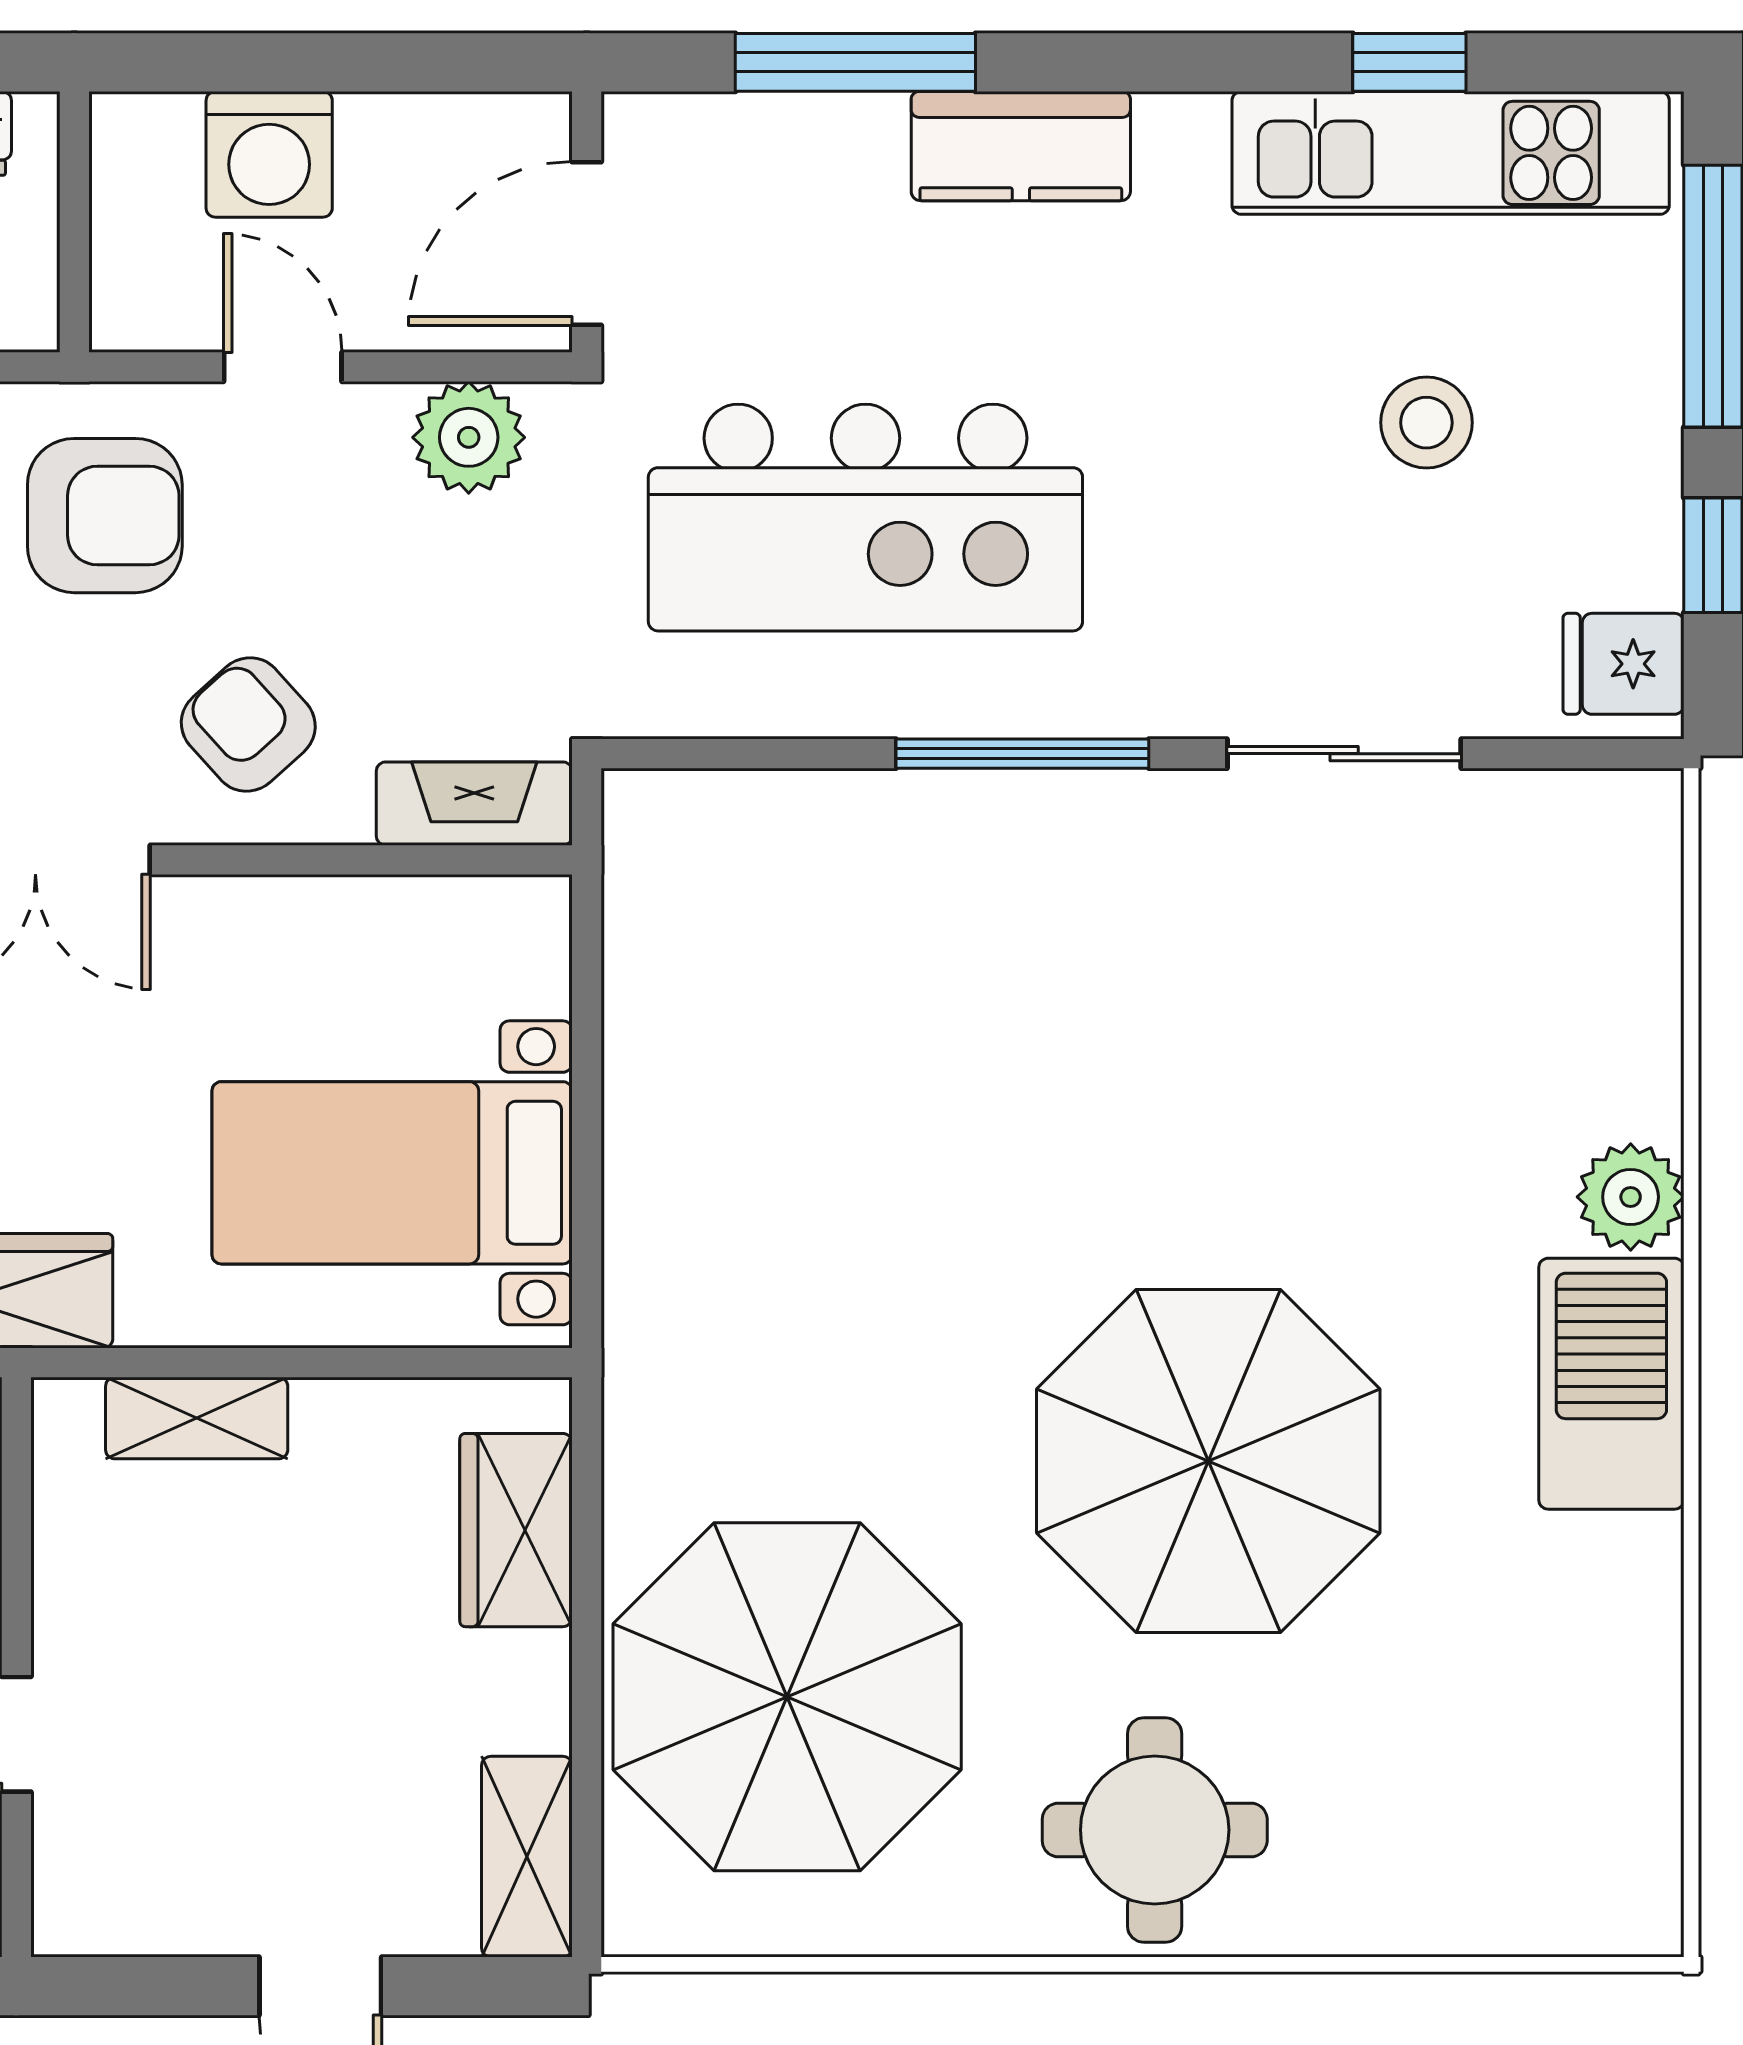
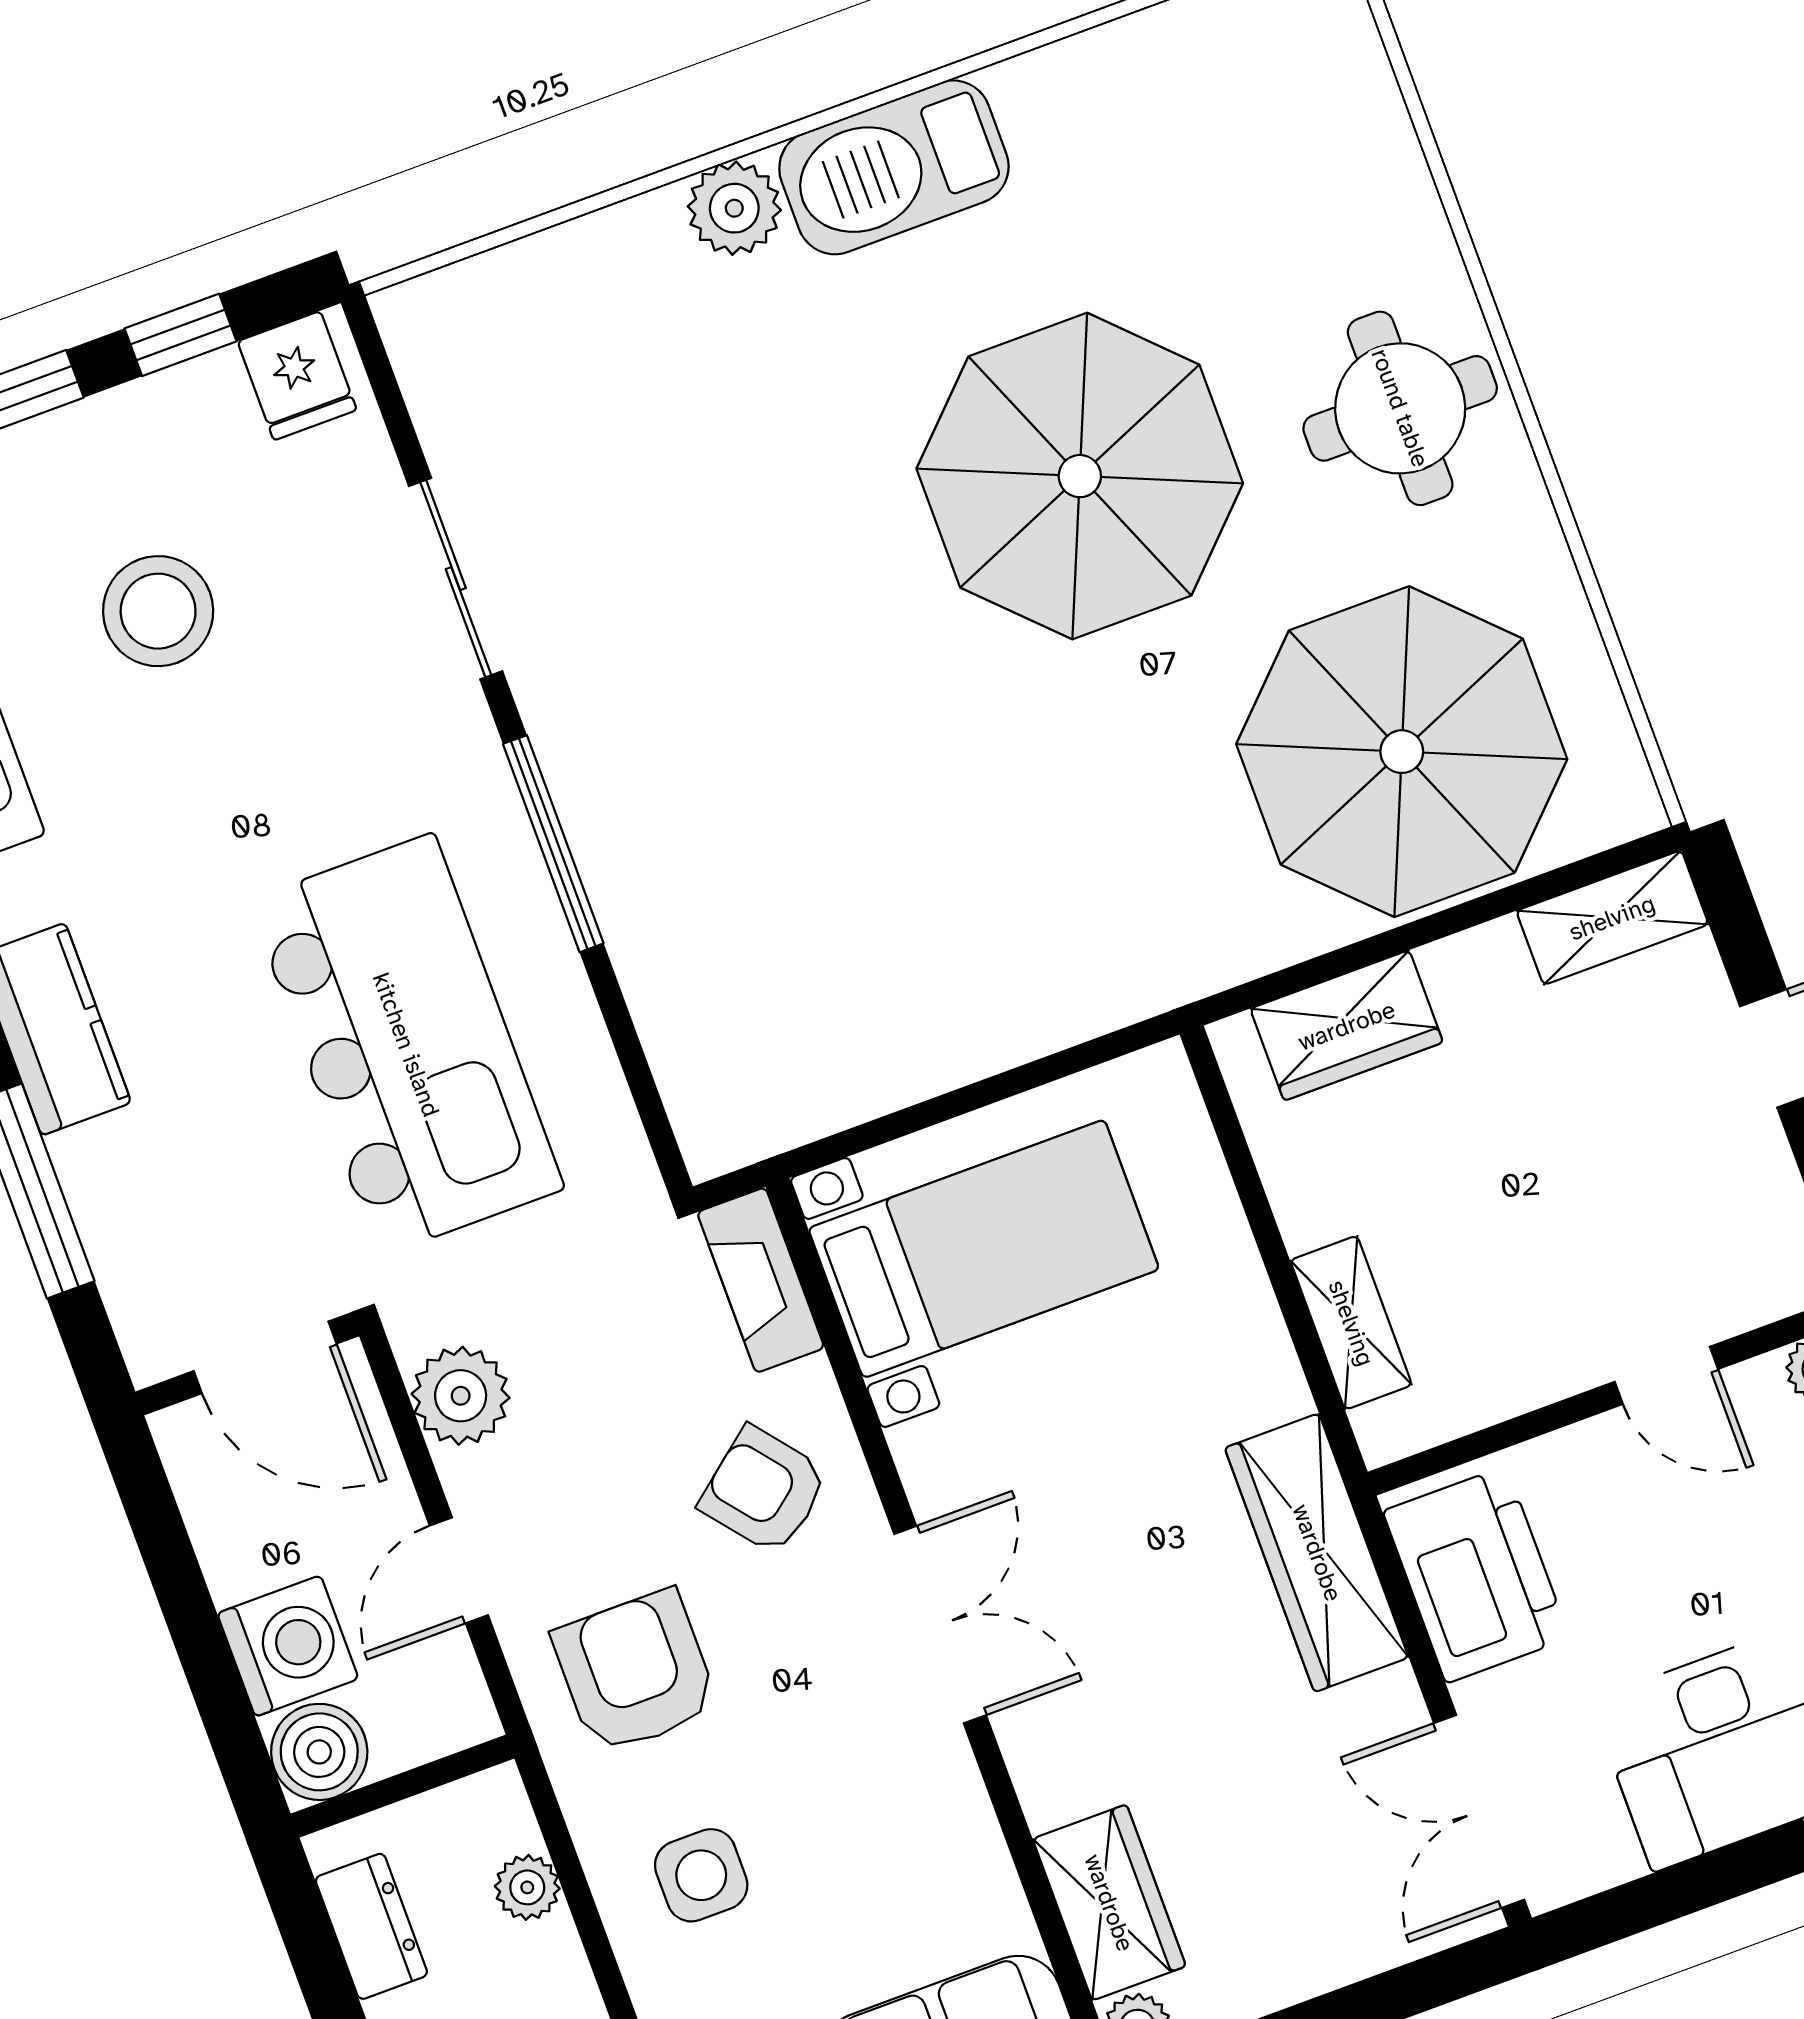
boiler: (144, 146) -> (319, 1752), added
stool: (1426, 423) -> (158, 611), width x1.38, depth x1.38
armchair: (248, 724) -> (764, 1490), turned 93
bed with nightstands: (392, 1173) -> (984, 1249), moved, turned -90

